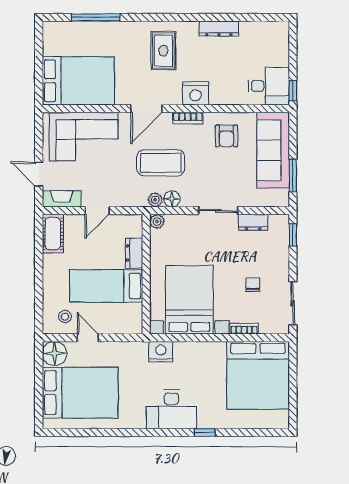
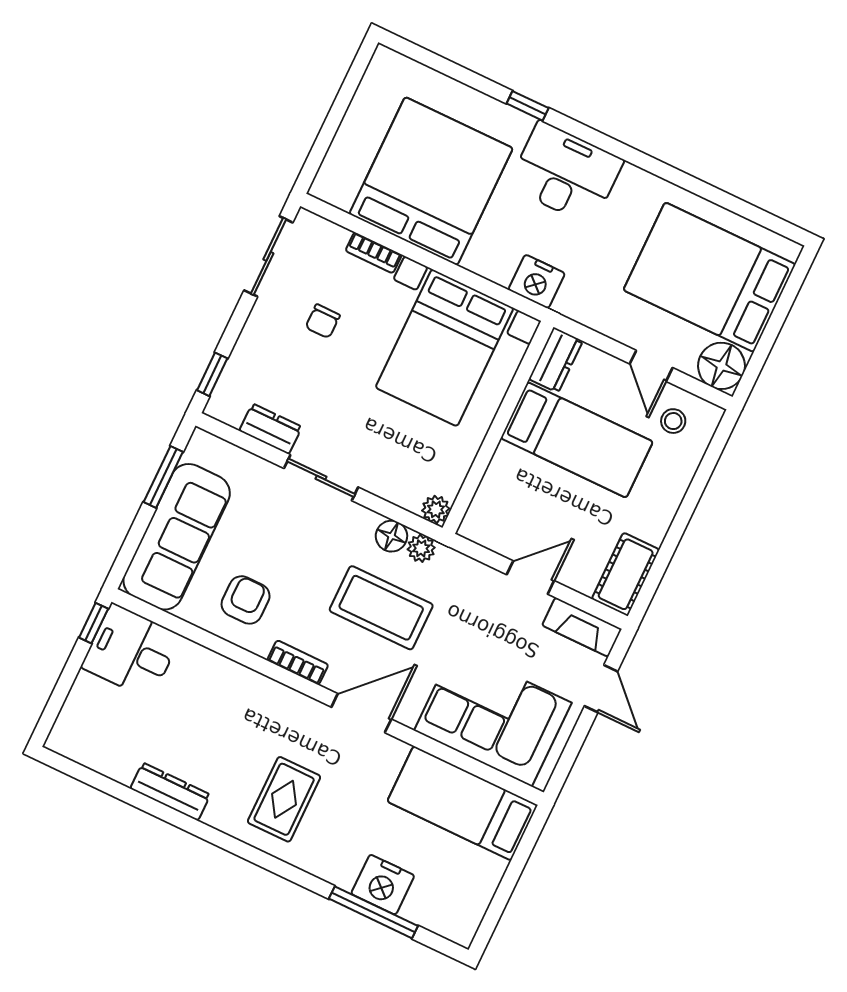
bed: (78, 81) -> (462, 803), width x0.67
nightstand: (196, 93) -> (383, 885), moved, turned 180
dresser: (134, 253) -> (556, 360), moved
bed: (258, 375) -> (431, 181), moved

